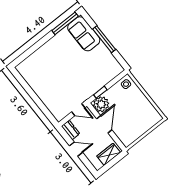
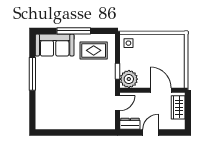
window: (65, 23) -> (32, 74), moved
rug: (102, 64) -> (94, 50), added
door: (104, 124) -> (161, 90), moved

